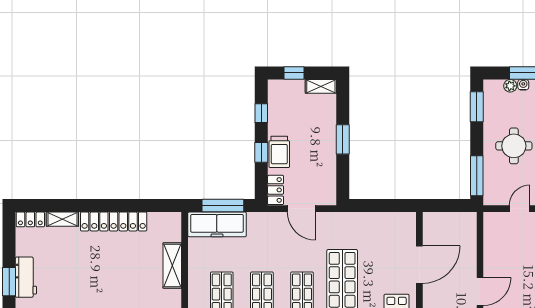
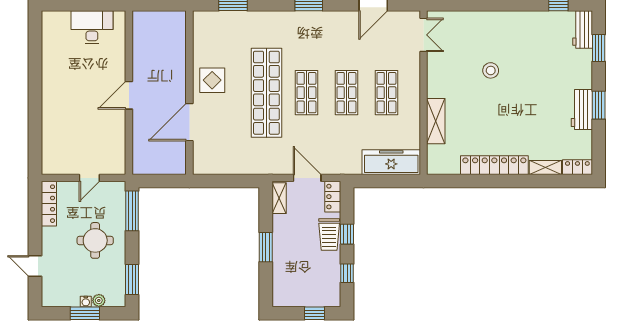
shelving: (321, 86) -> (279, 198), moved, turned 90
trolley: (279, 152) -> (329, 235), turned 180
window: (223, 205) -> (385, 181), removed

